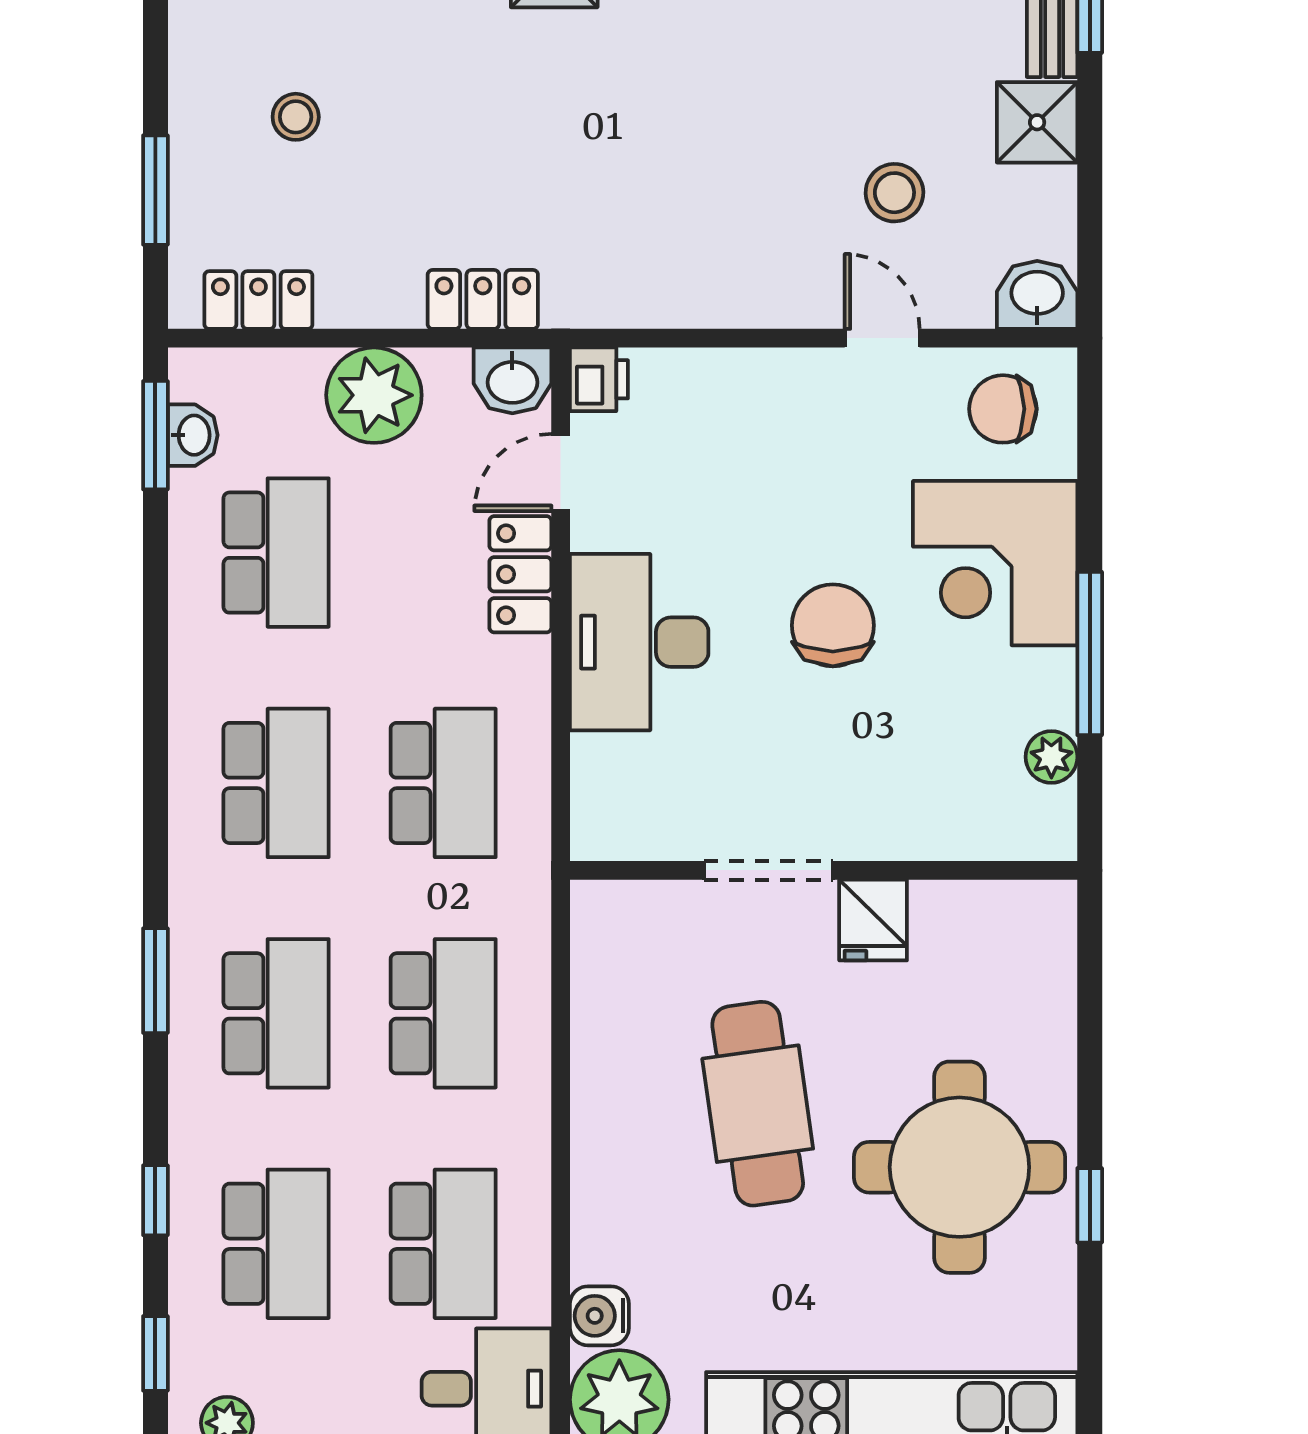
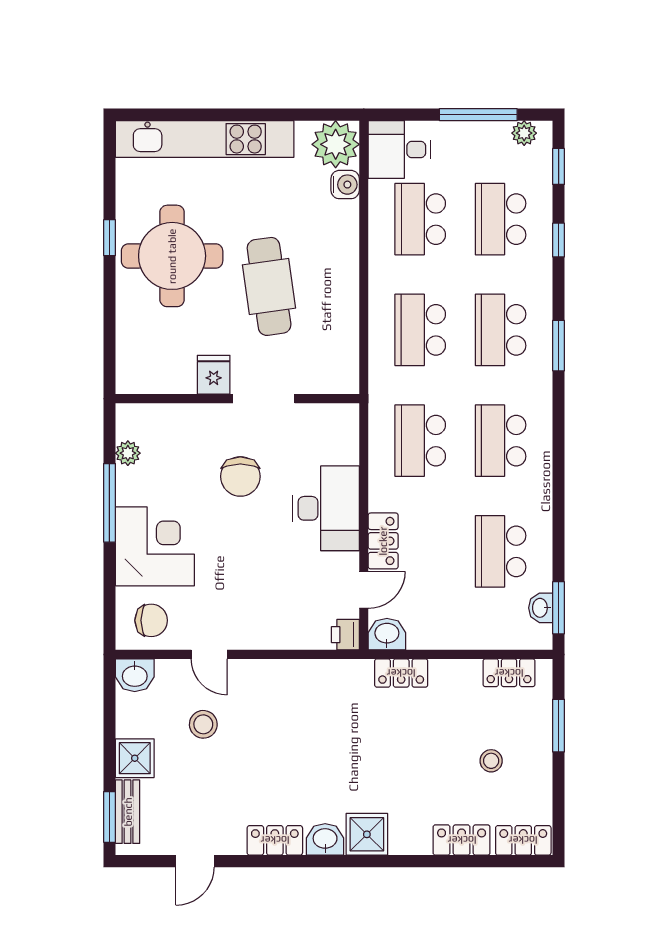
plant: (374, 395) -> (453, 627), removed
chair: (833, 625) -> (240, 476), moved

